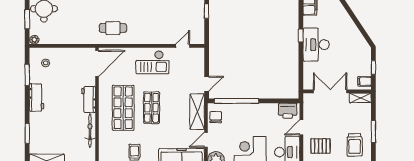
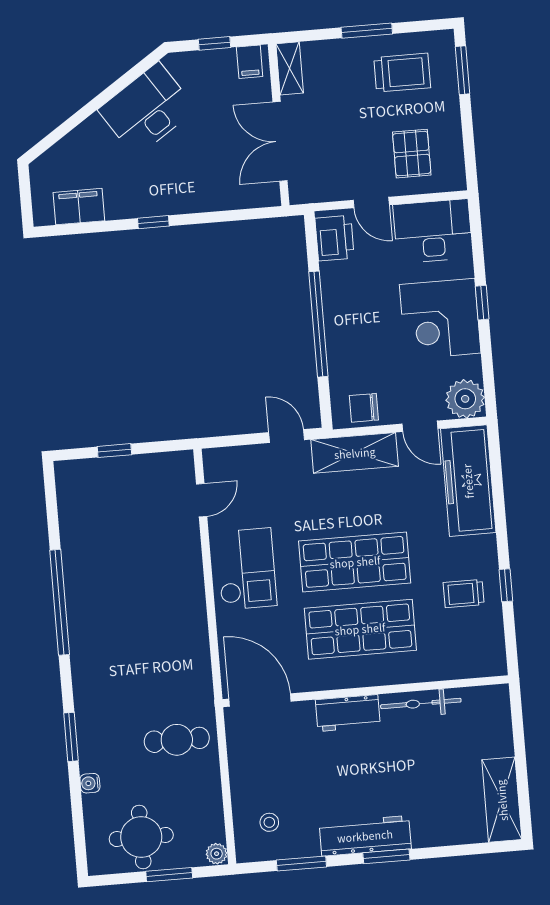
cafe table: (113, 28) -> (177, 740), moved, turned 90
desk: (316, 45) -> (147, 109), moved, turned 146
door: (183, 46) -> (202, 500), swing flipped
workbench: (37, 97) -> (365, 836), width x1.38
window: (236, 101) -> (318, 324), moved
shop shelf: (152, 108) -> (355, 562), width x1.43, depth x1.36
window: (27, 133) -> (386, 856), moved

